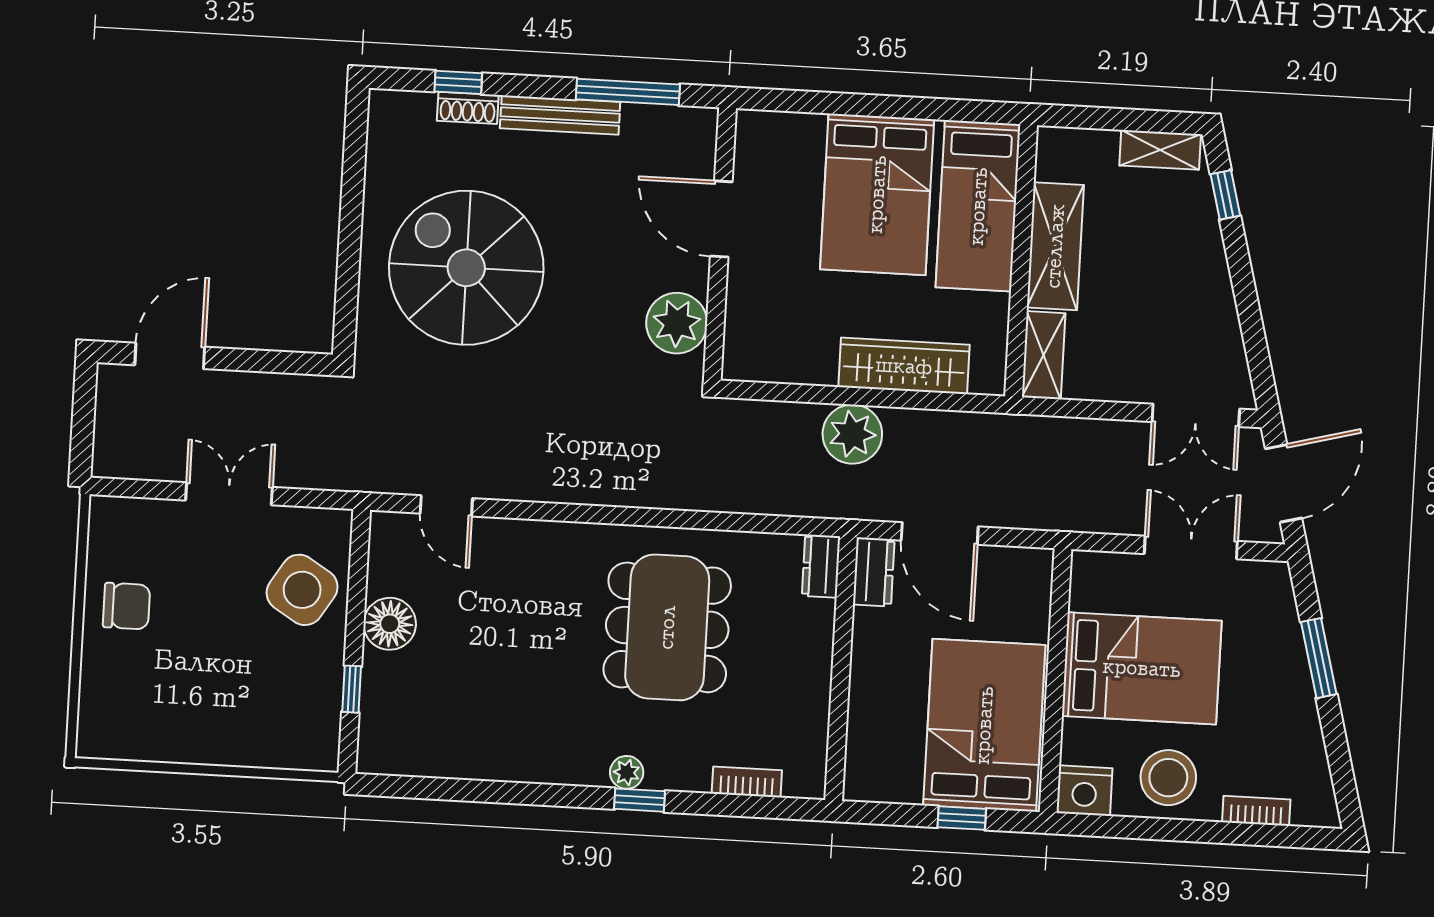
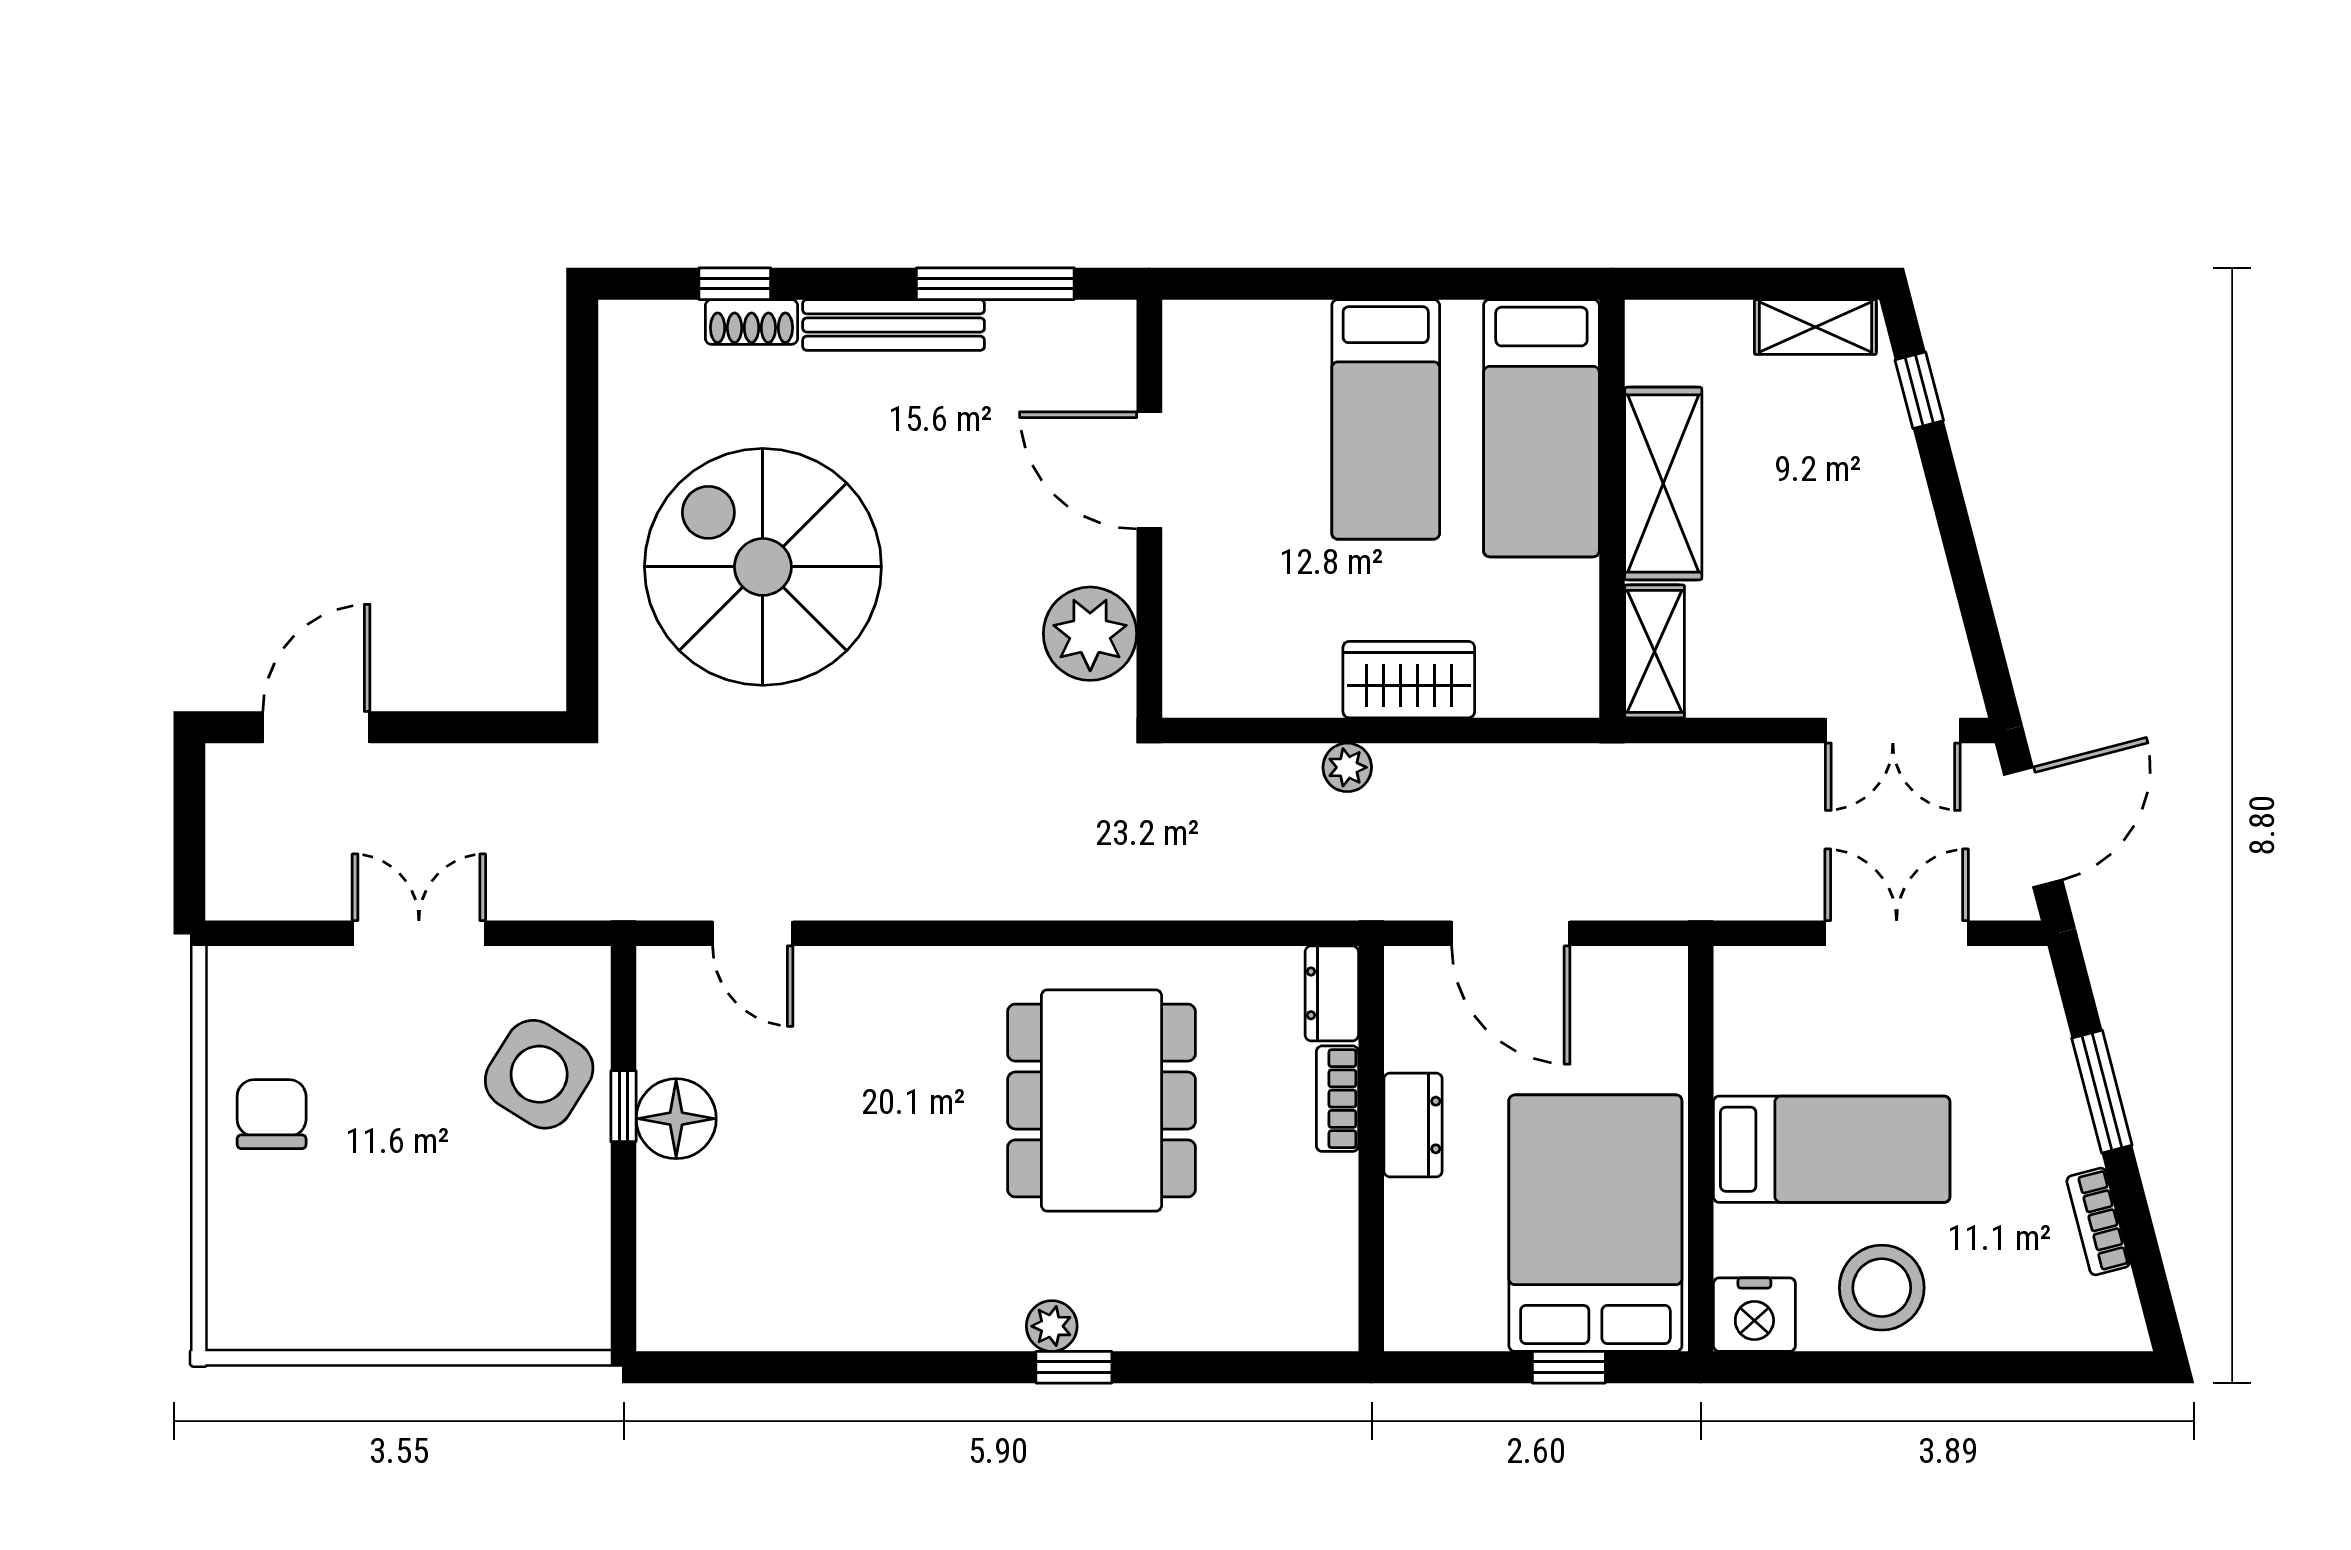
bed: (877, 194) -> (1386, 419), width x0.67
wardrobe: (904, 366) -> (1409, 680), width x0.67
plant: (852, 434) -> (1347, 767), width x0.53, depth x0.53
dresser: (874, 572) -> (1413, 1125), moved
chair: (126, 606) -> (272, 1114), turned -90
bed: (1142, 668) -> (1832, 1149), width x0.67
window: (352, 689) -> (623, 1106), moved
bookcase: (747, 782) -> (1337, 1099), moved, turned -90
bookcase: (1256, 811) -> (2098, 1222), moved, turned -105

